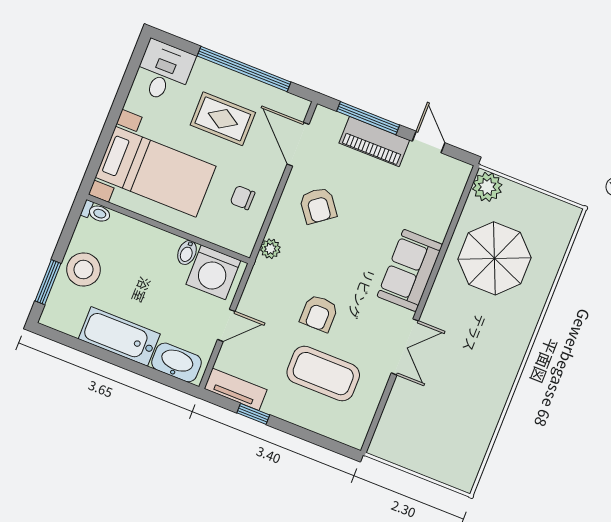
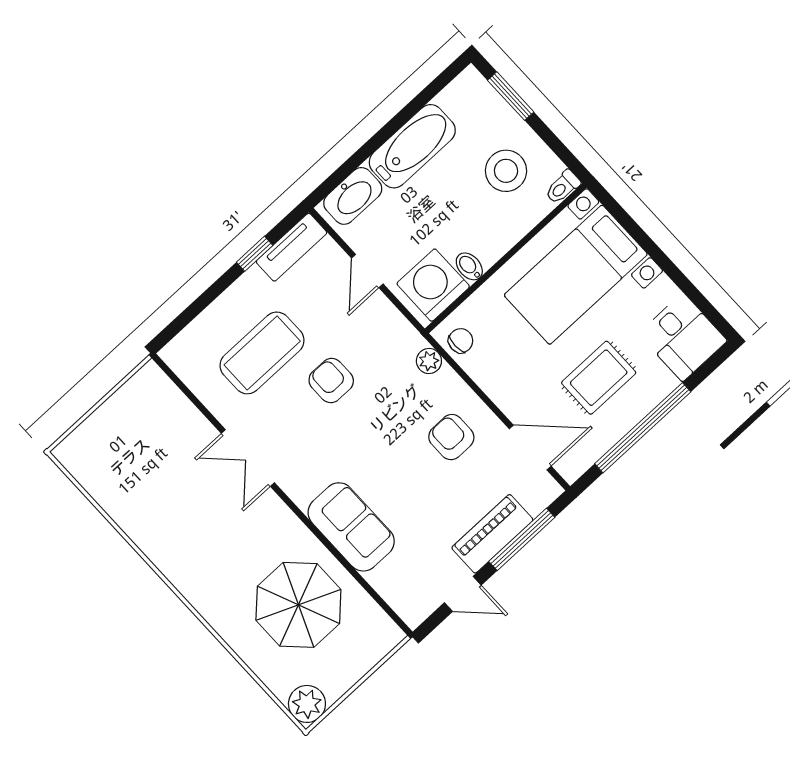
plant: (487, 187) -> (307, 704), moved
chair: (243, 198) -> (461, 341), moved
armchair: (318, 206) -> (451, 437), turned 37
stool: (83, 270) -> (506, 171), moved
sofa: (410, 270) -> (351, 527), moved

